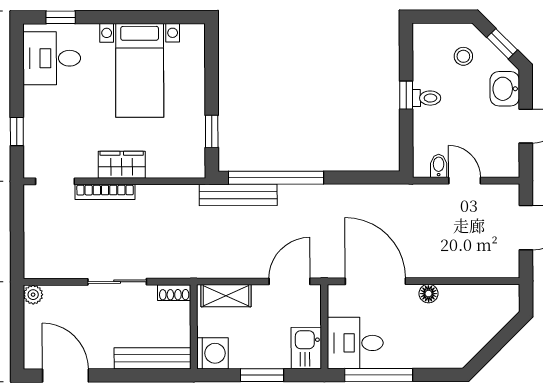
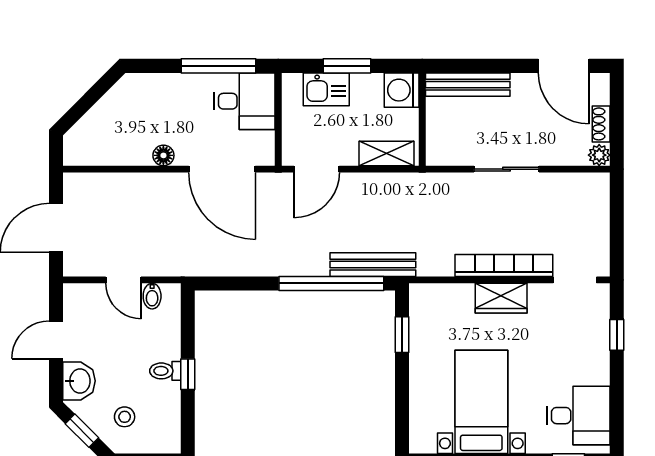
bookcase: (105, 192) -> (504, 265), width x1.48, depth x1.31
shoe rack: (174, 293) -> (601, 124), moved, turned -90
kitchen sink: (306, 348) -> (326, 89), moved, turned 90

